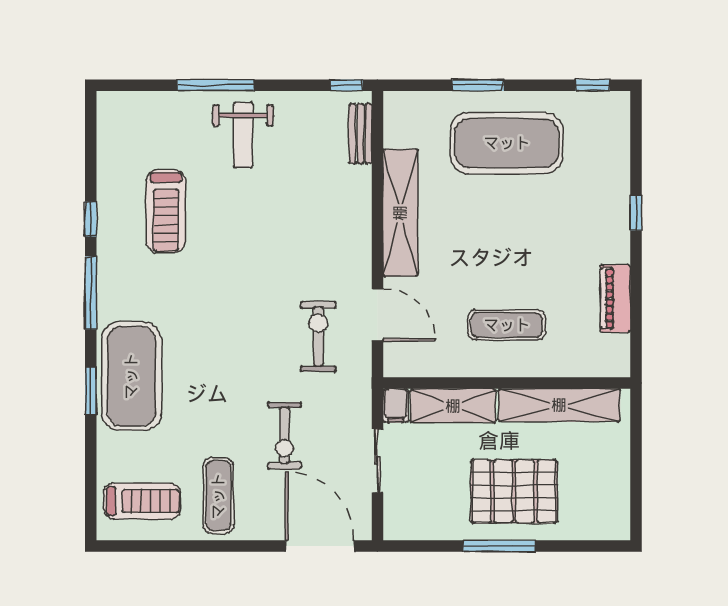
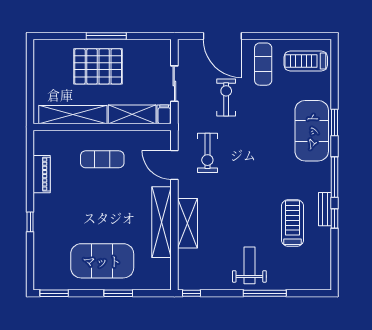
window: (593, 85) -> (54, 293), width x1.50
bench: (360, 134) -> (325, 209), moved
shelving: (354, 210) -> (187, 223), added
door: (320, 546) -> (222, 36), moved

